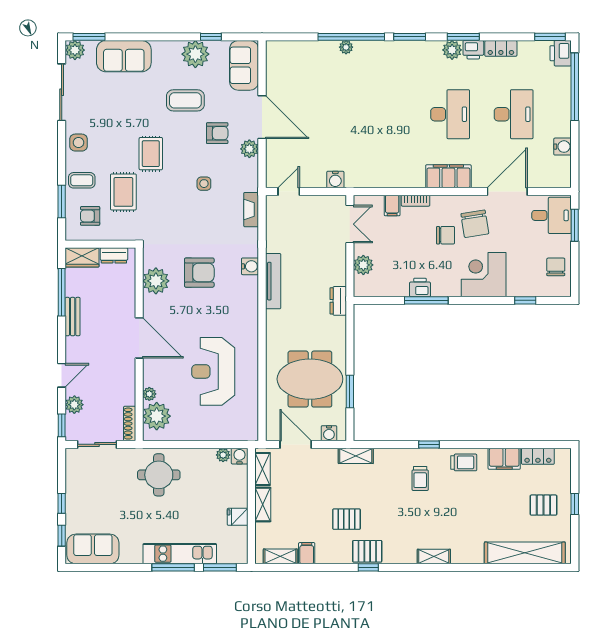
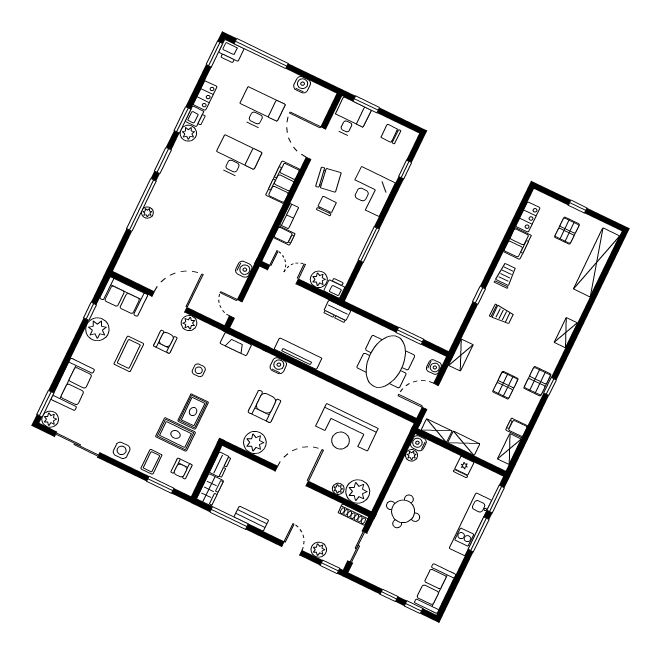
rug: (151, 154) -> (193, 412), moved, turned 90
printer: (420, 288) -> (335, 288), moved, turned 90

